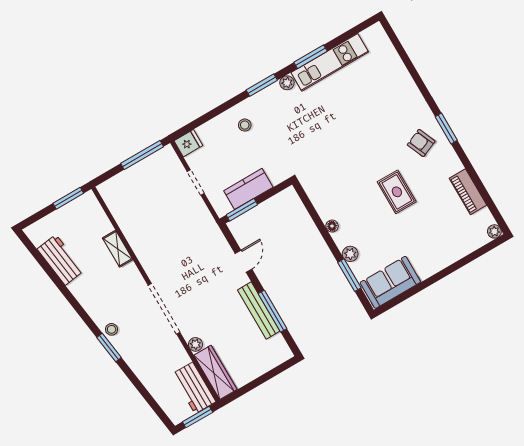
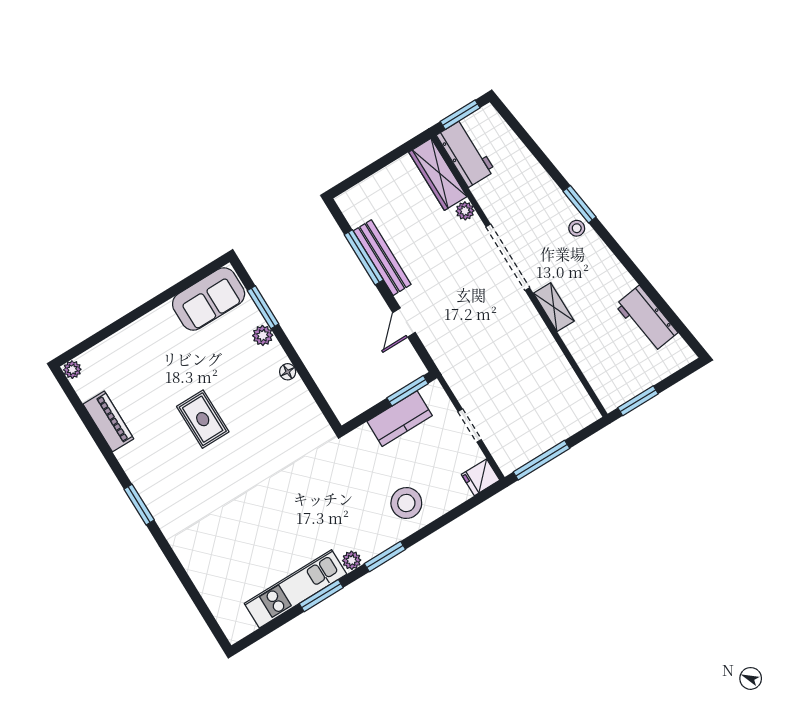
stool: (245, 125) -> (406, 503), width x1.89, depth x1.89
armchair: (421, 143) -> (172, 485), removed
shelving: (118, 249) -> (554, 307), moved

